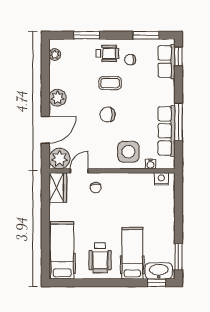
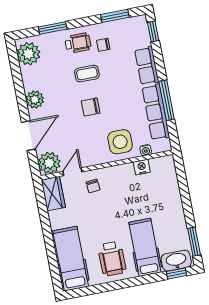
plant: (55, 55) -> (29, 54), width x1.87, depth x1.87
row of seats: (166, 62) -> (147, 66), moved
nightstand: (161, 179) -> (142, 167), moved

